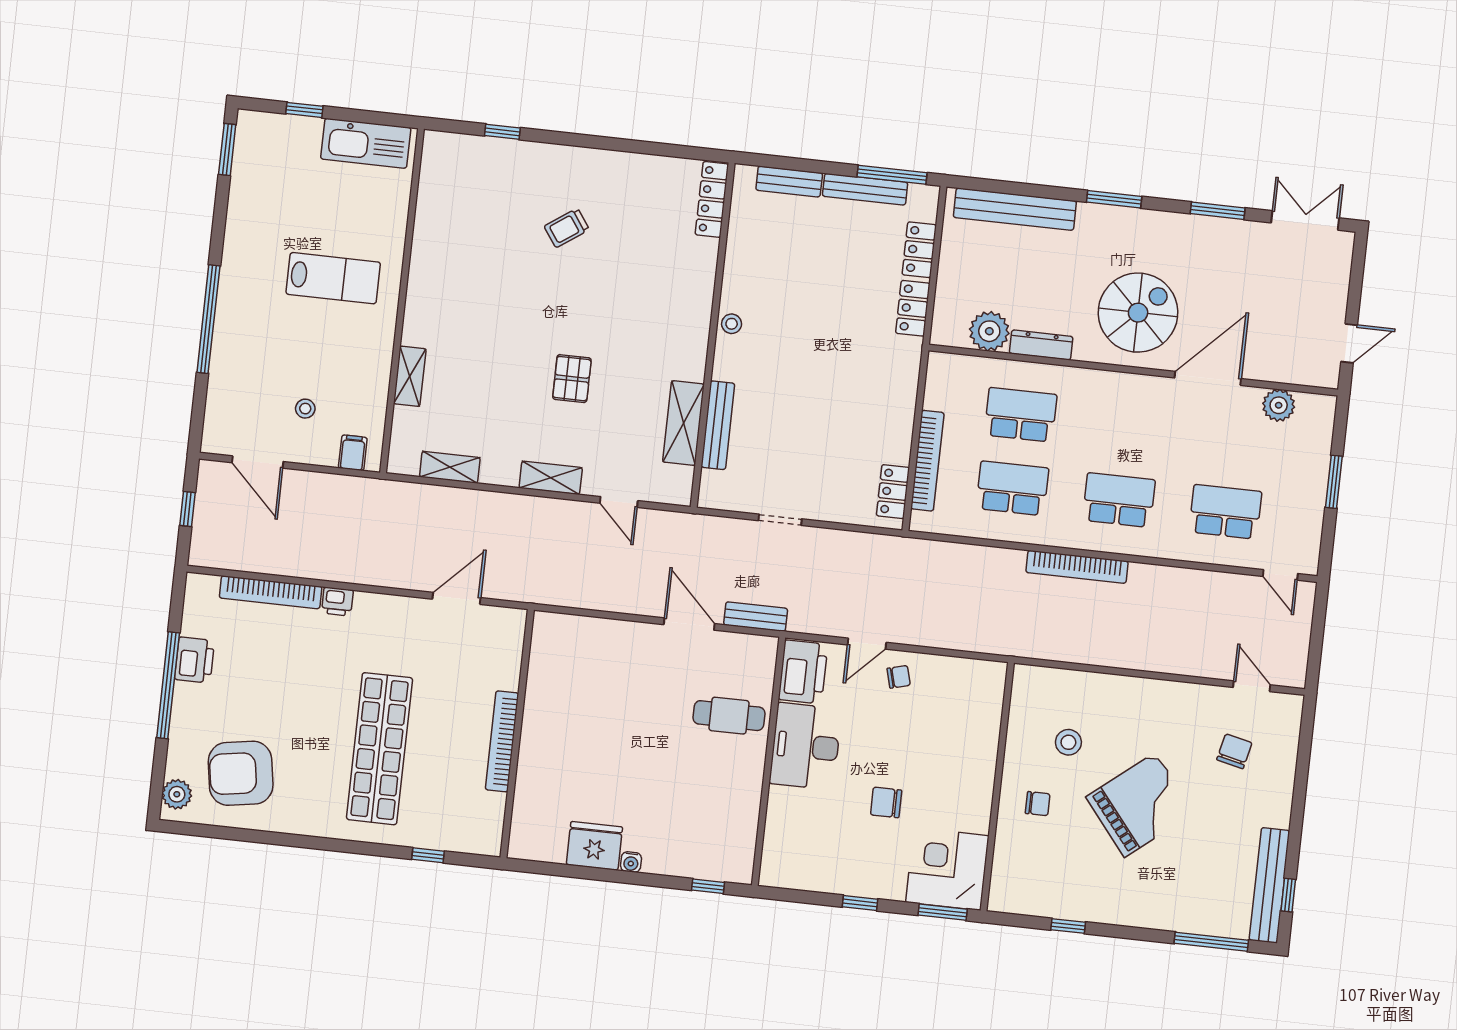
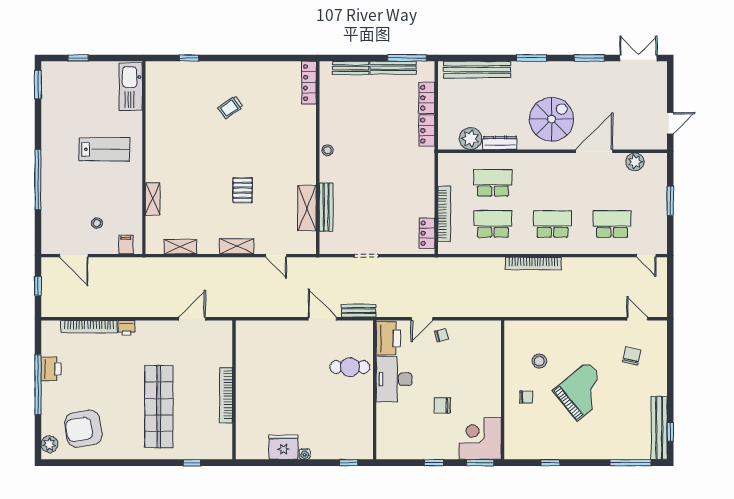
kitchen sink: (366, 143) -> (131, 87), moved, turned 90

